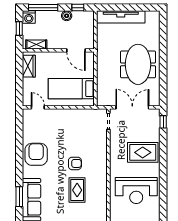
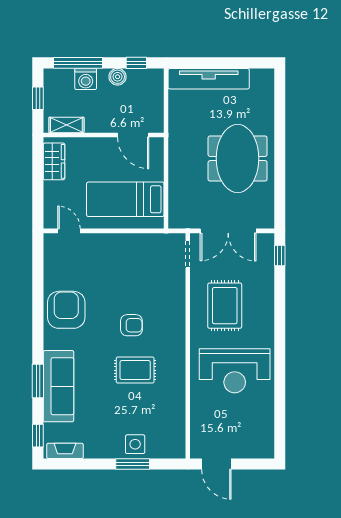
washing machine: (29, 17) -> (86, 79), moved
double door: (132, 107) -> (228, 231), swing flipped
rug: (143, 152) -> (225, 306), moved, turned 90
rug: (77, 190) -> (135, 370), turned 90

